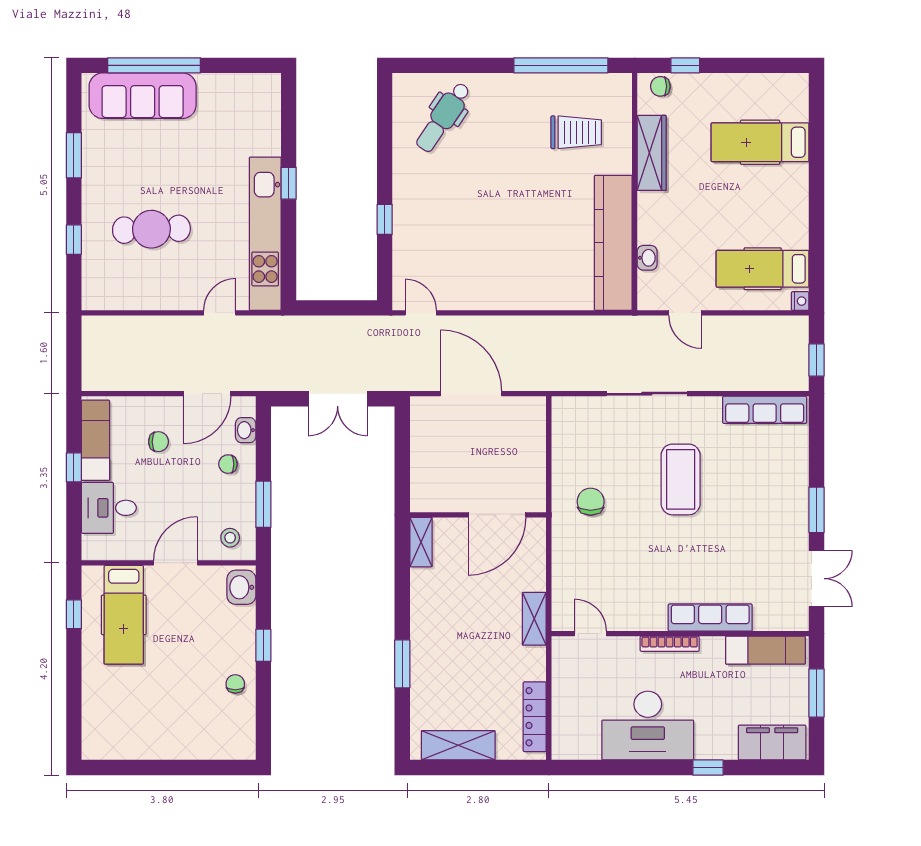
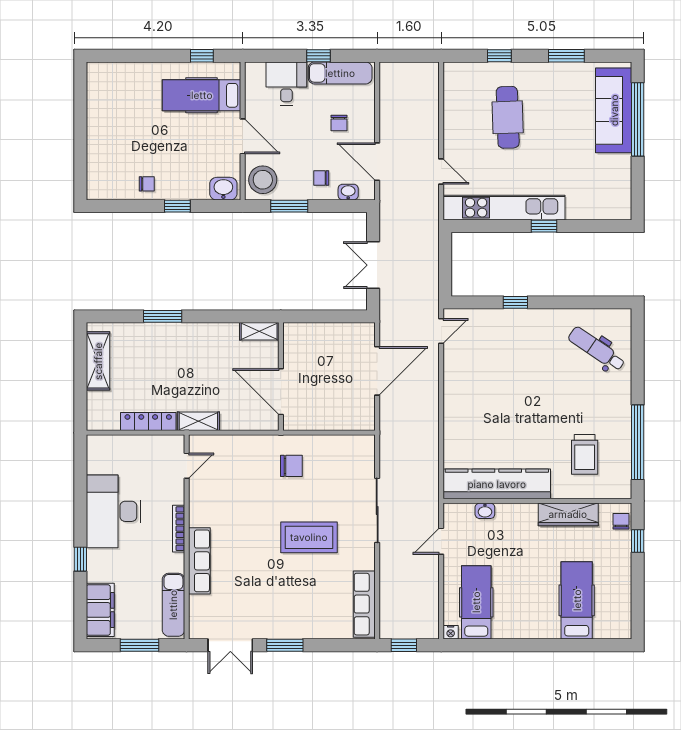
chair: (228, 464) -> (321, 178), turned -90
stool: (230, 538) -> (263, 180), width x1.89, depth x1.89
locker: (535, 717) -> (148, 422), moved

